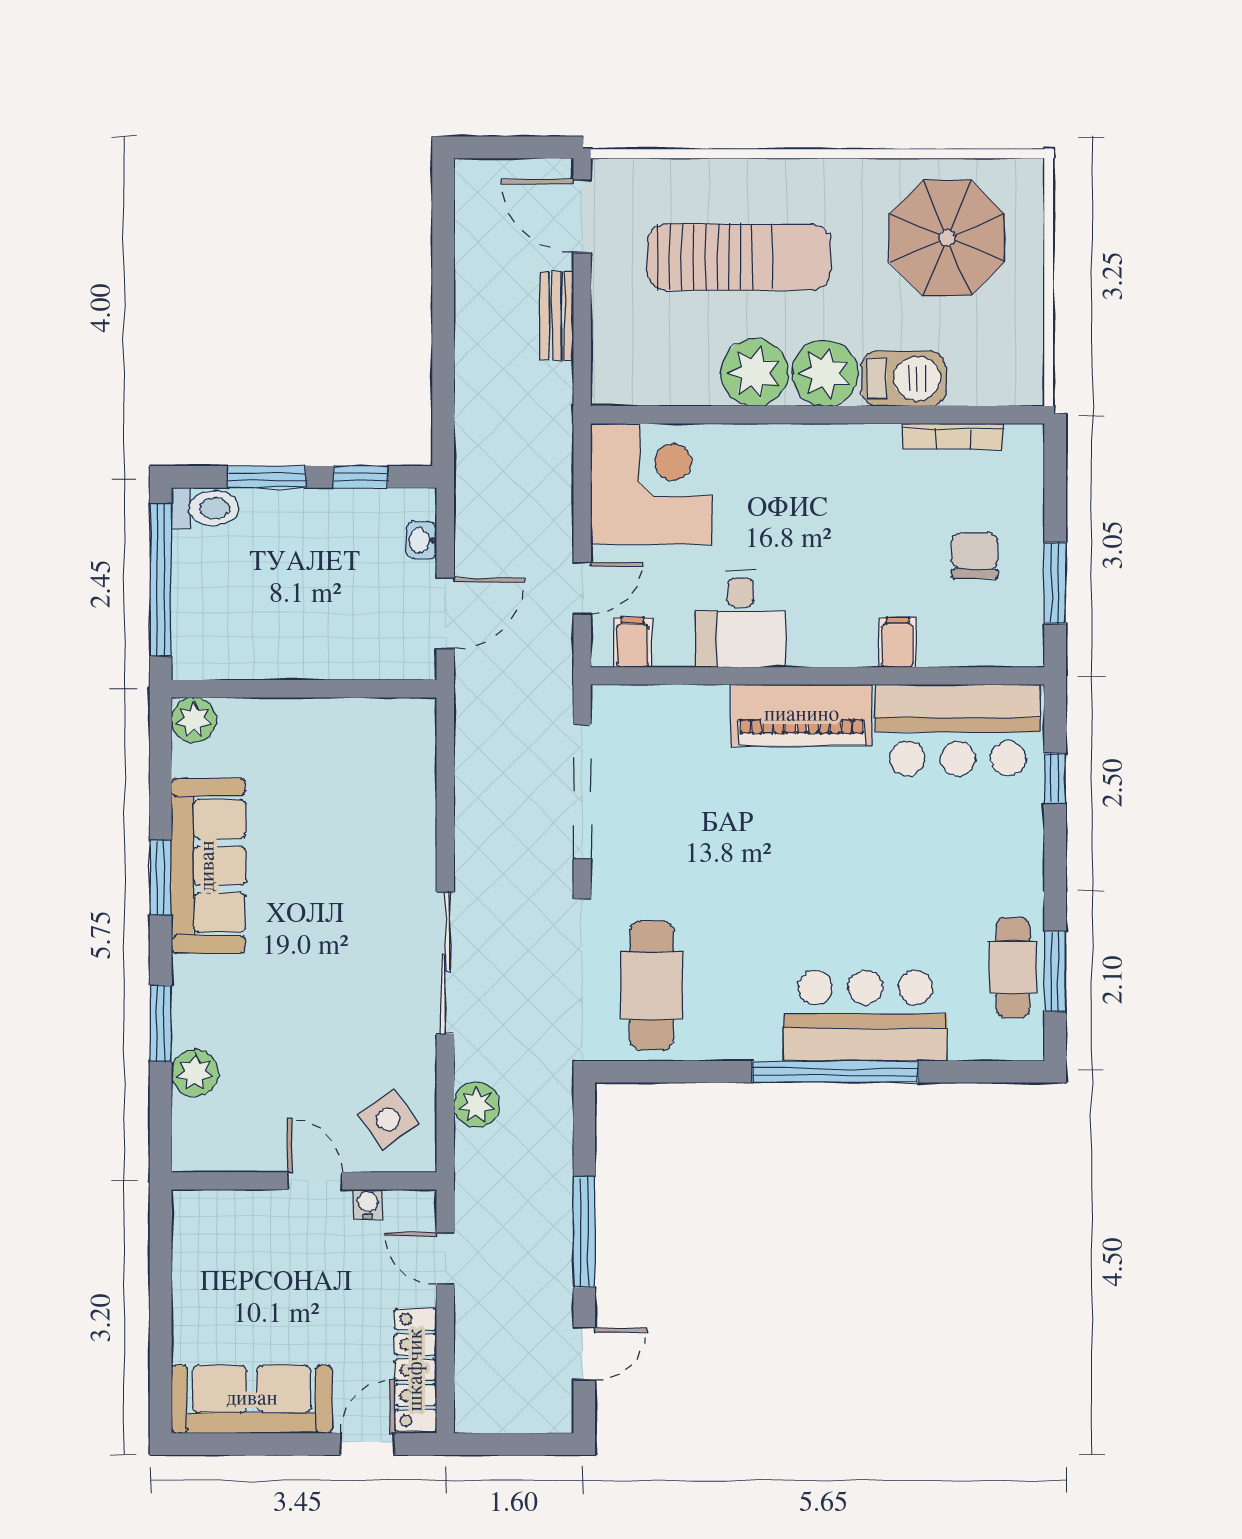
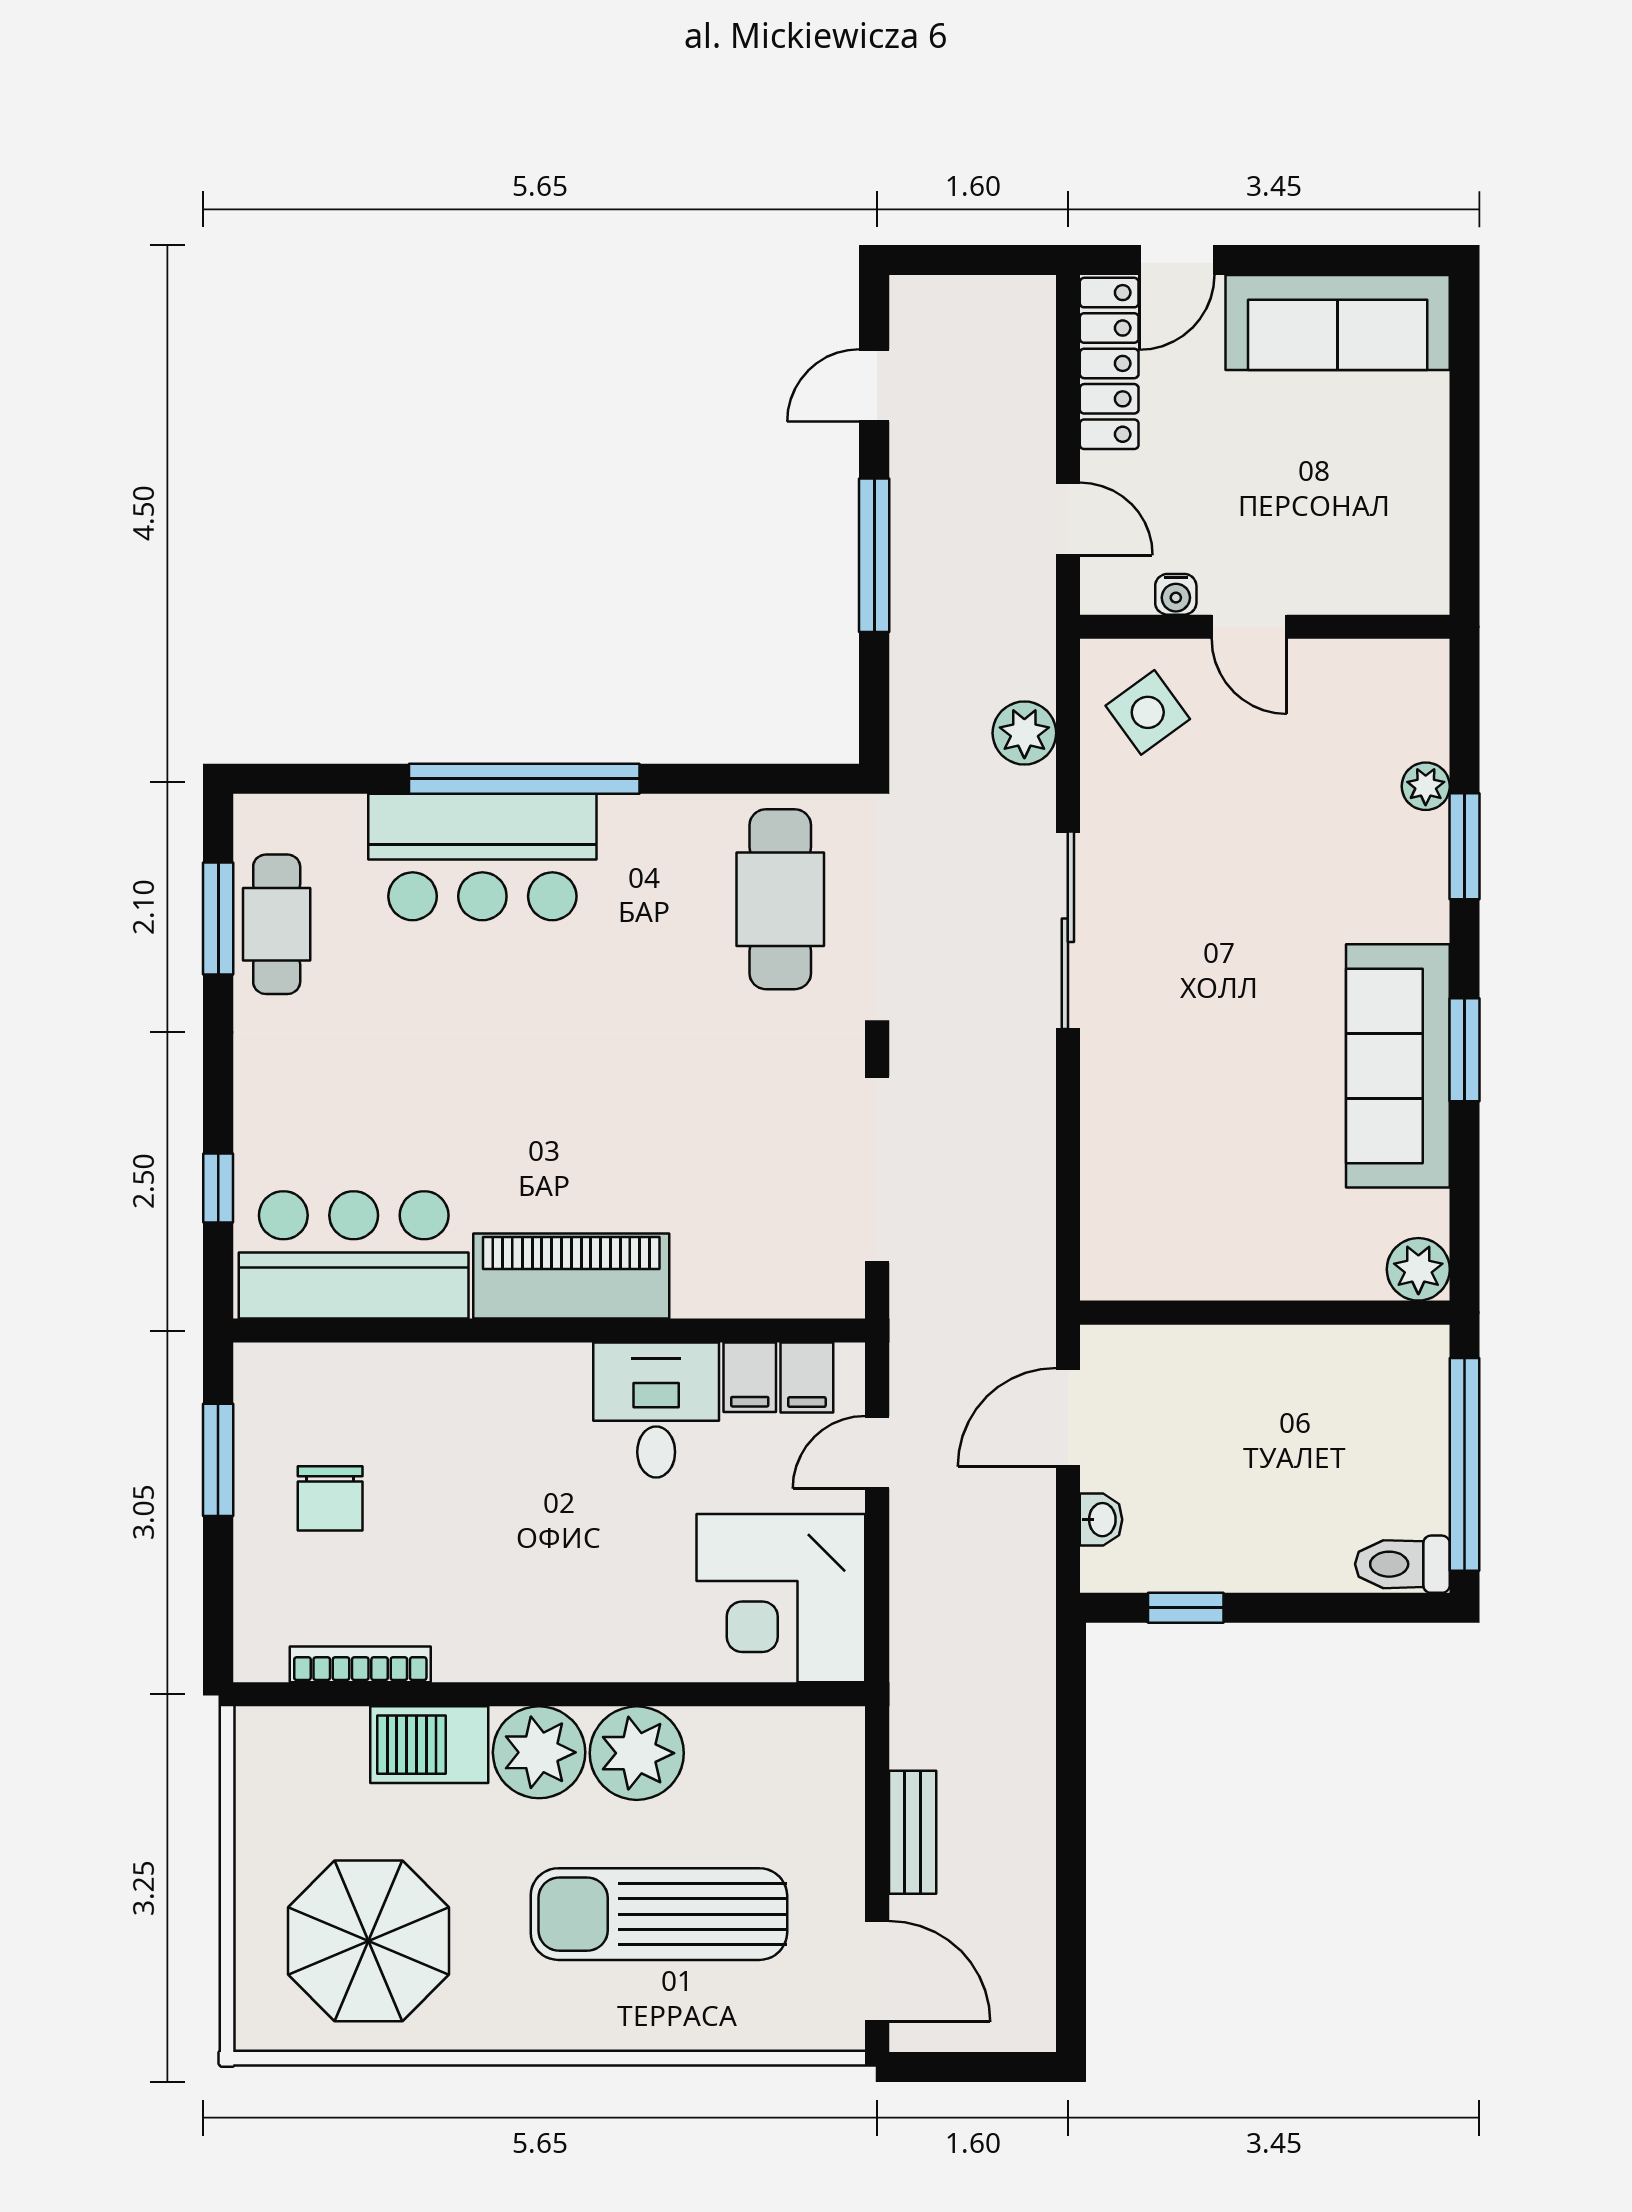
window: (267, 477) -> (1317, 1608), removed
filing cabinet: (897, 642) -> (750, 1377), moved
plant: (195, 1073) -> (1426, 786), width x0.73, depth x0.73

